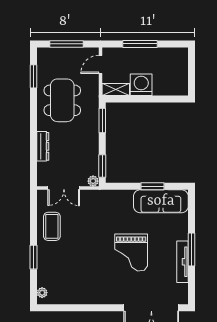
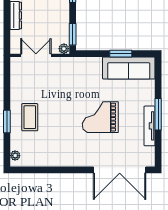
double door: (64, 188) -> (36, 55), swing flipped
coffee table: (52, 226) -> (30, 117), moved
grand piano: (131, 252) -> (100, 117), turned 90

